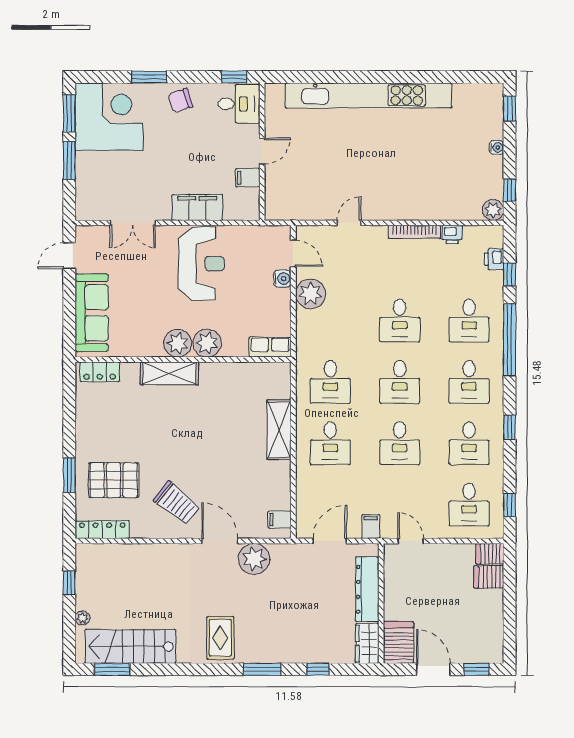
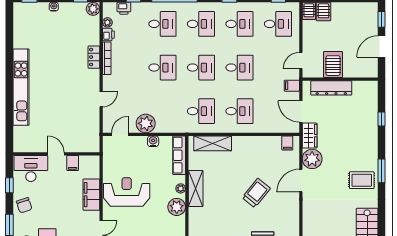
window: (234, 77) -> (9, 185), moved
kitchen unit: (368, 95) -> (21, 87), width x0.73
desk: (239, 104) -> (31, 169), width x1.37
locker: (416, 211) -> (94, 57), added
door: (349, 223) -> (101, 99), swing flipped
plant: (471, 233) -> (107, 22), added
water cooler: (282, 279) -> (153, 141), moved
plant: (207, 343) -> (181, 188), width x0.53, depth x0.53
row of seats: (270, 347) -> (179, 155), width x1.48
shelving: (169, 373) -> (196, 189), moved
shelving: (279, 430) -> (213, 143), moved
trolley: (177, 503) -> (256, 193), moved
wardrobe: (367, 643) -> (310, 136), moved, turned -90
server rack: (398, 643) -> (333, 65), moved, turned 90
window: (262, 669) -> (381, 171), moved

